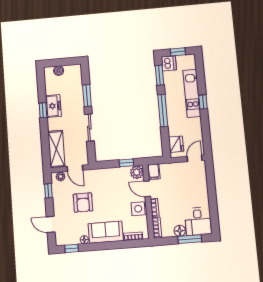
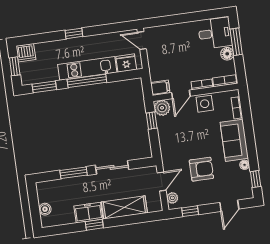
dishwasher: (169, 63) -> (26, 53), moved, turned 180
kitchen unit: (192, 93) -> (87, 68), moved, turned 180
shelving: (56, 149) -> (124, 207), moved

